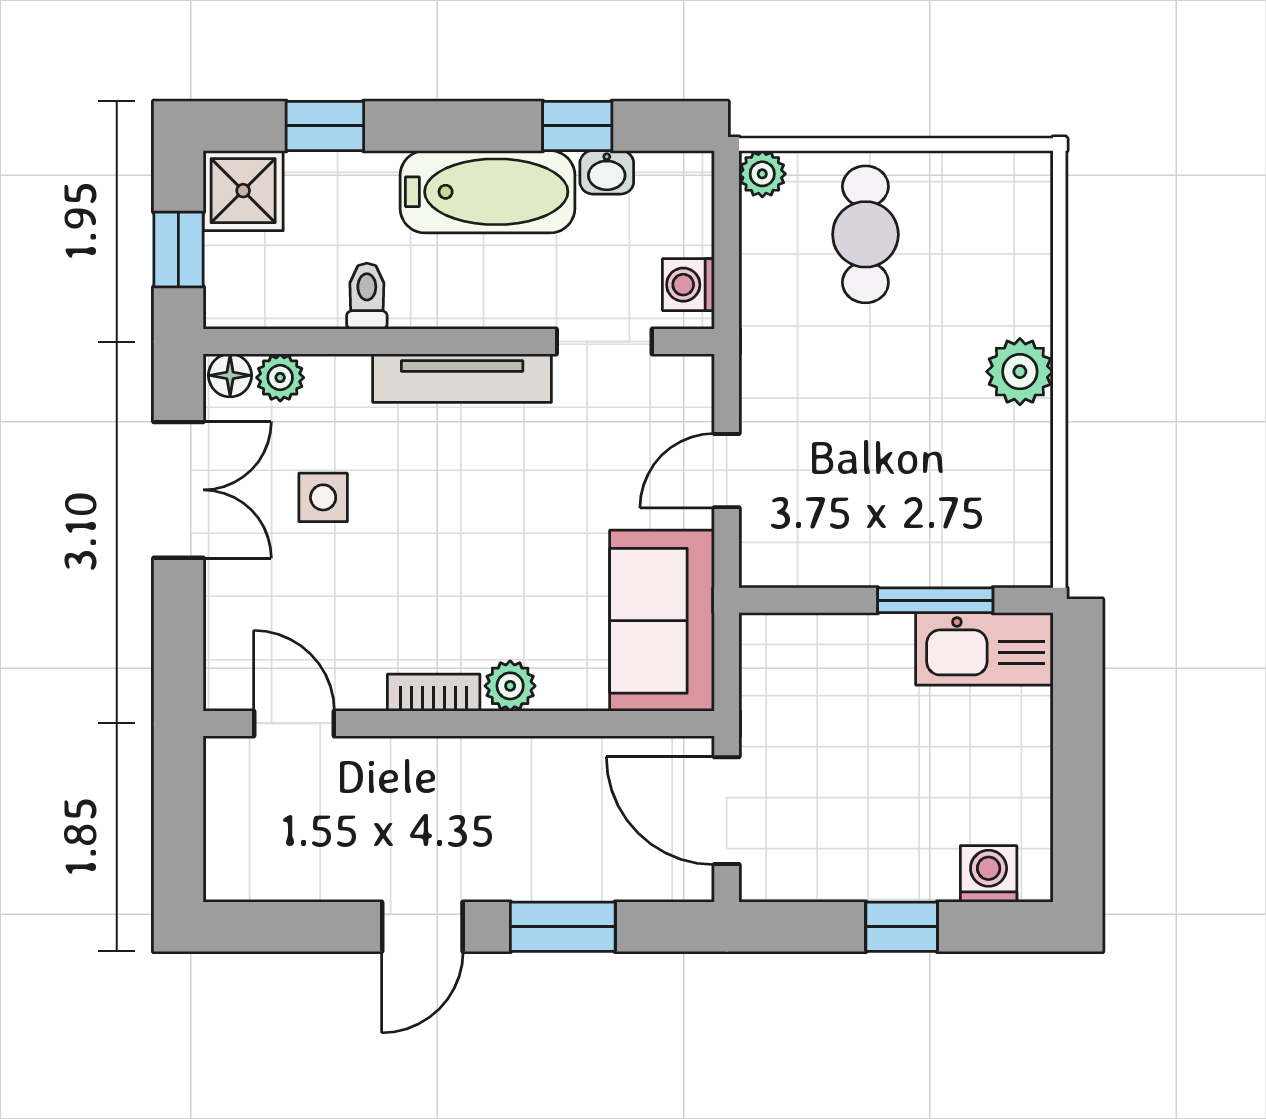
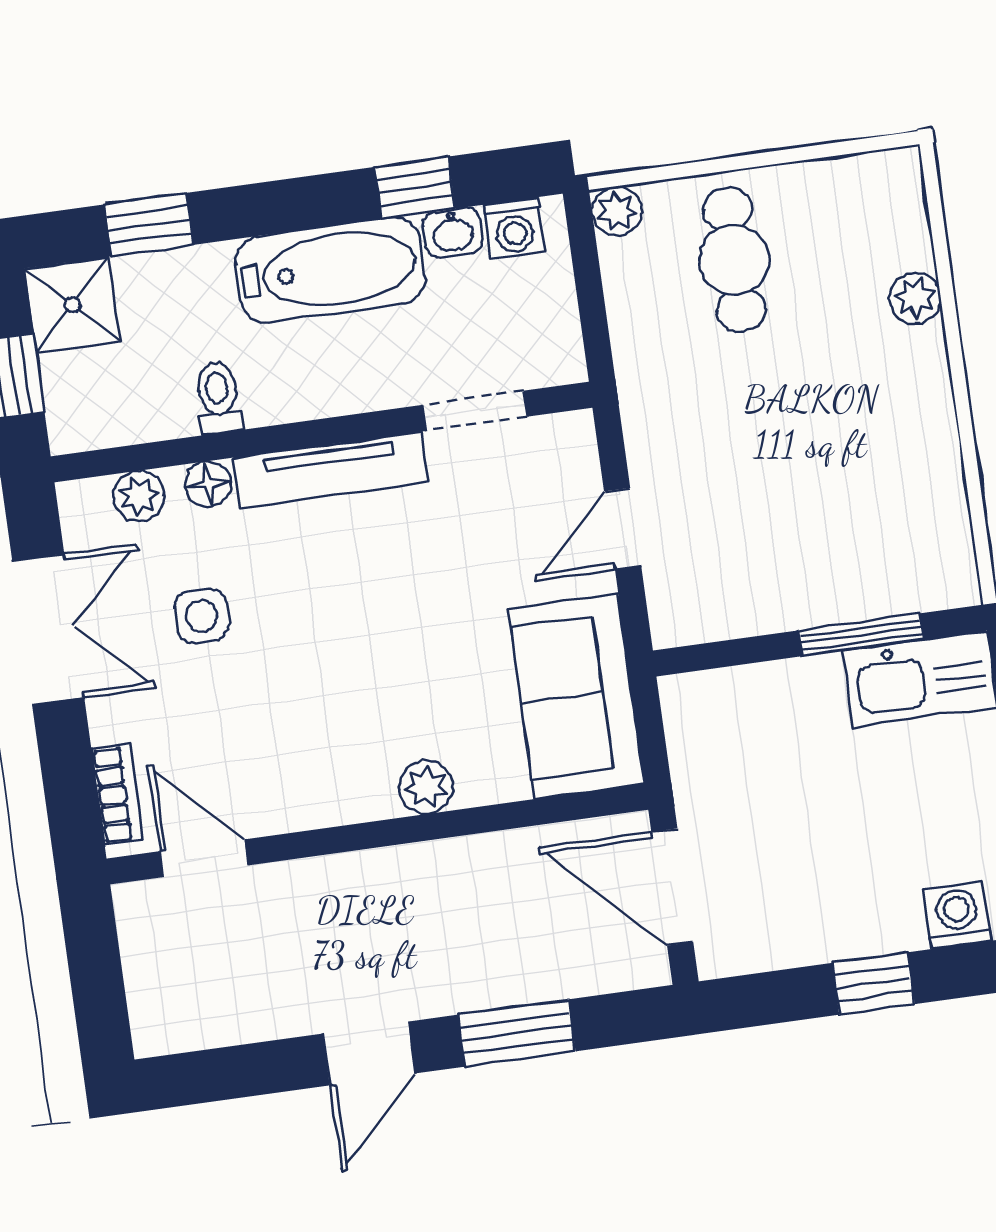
washing machine: (688, 285) -> (514, 228), moved, turned -90
plant: (1020, 372) -> (915, 298), moved, width x0.73, depth x0.73
floor lamp: (230, 375) -> (208, 484), moved
bookcase: (434, 693) -> (117, 794), moved, turned 90

